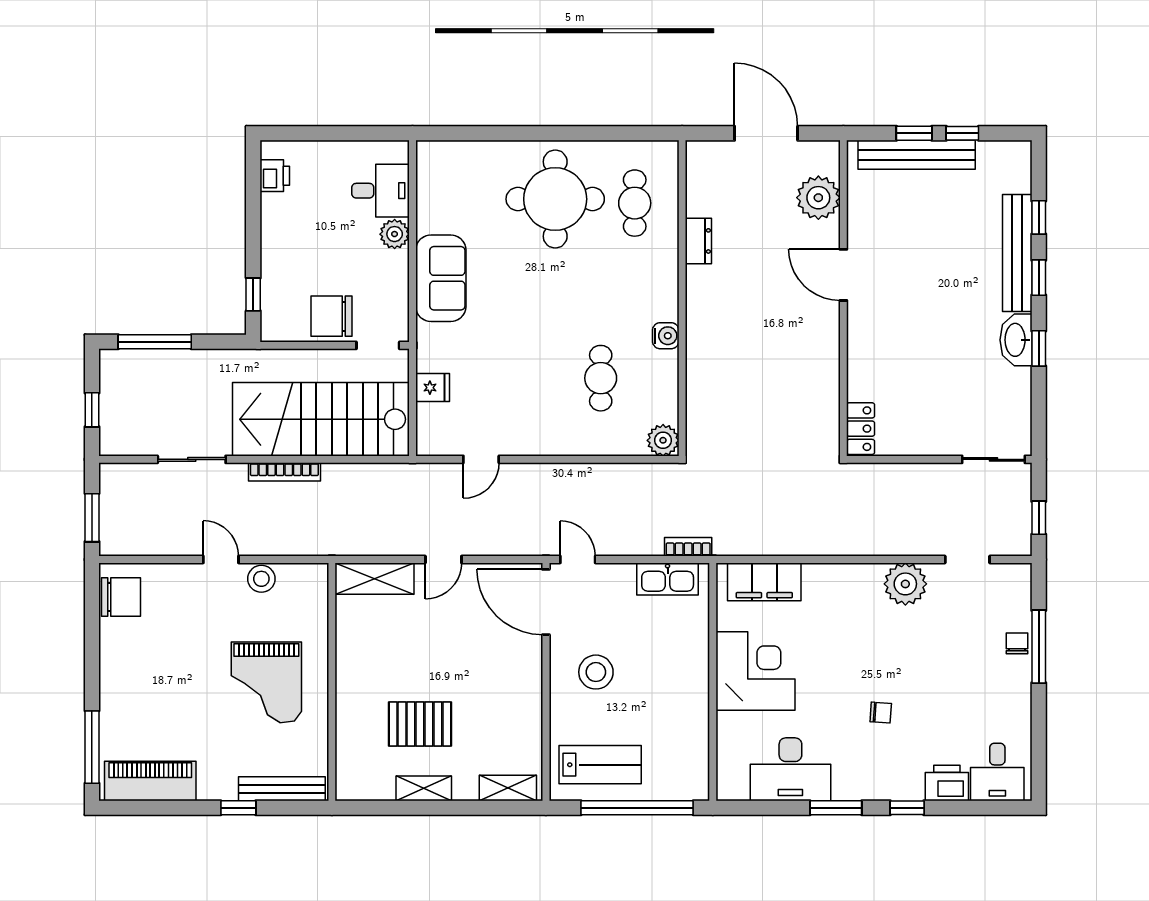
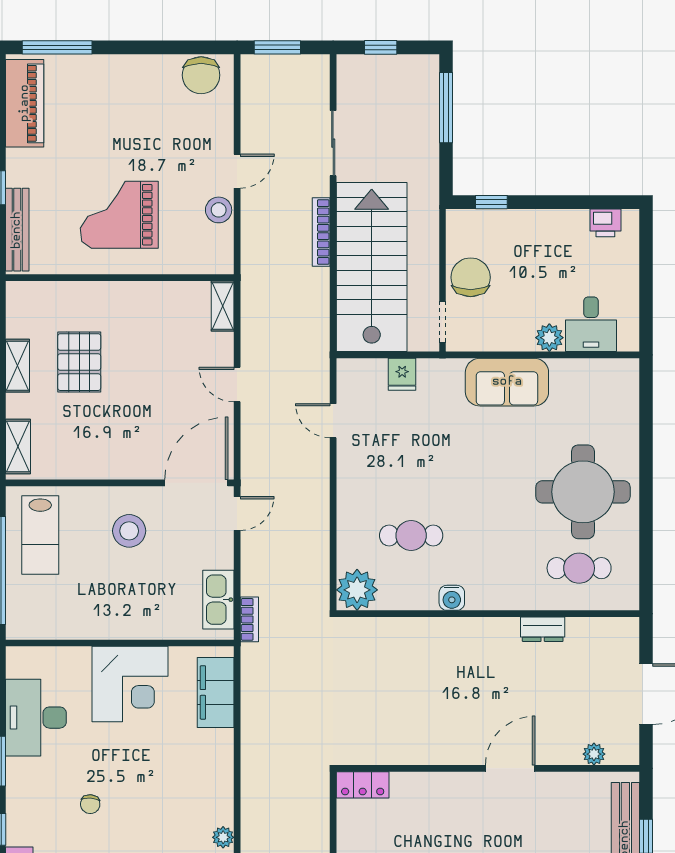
plant: (818, 198) -> (594, 754), width x0.53, depth x0.53
plant: (663, 440) -> (357, 590), width x1.36, depth x1.36
shelving: (375, 579) -> (223, 306), width x0.67, depth x0.75
plant: (905, 584) -> (223, 837), width x0.53, depth x0.53

